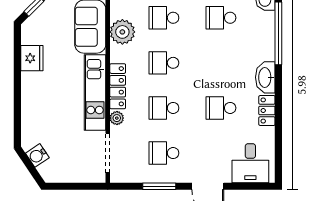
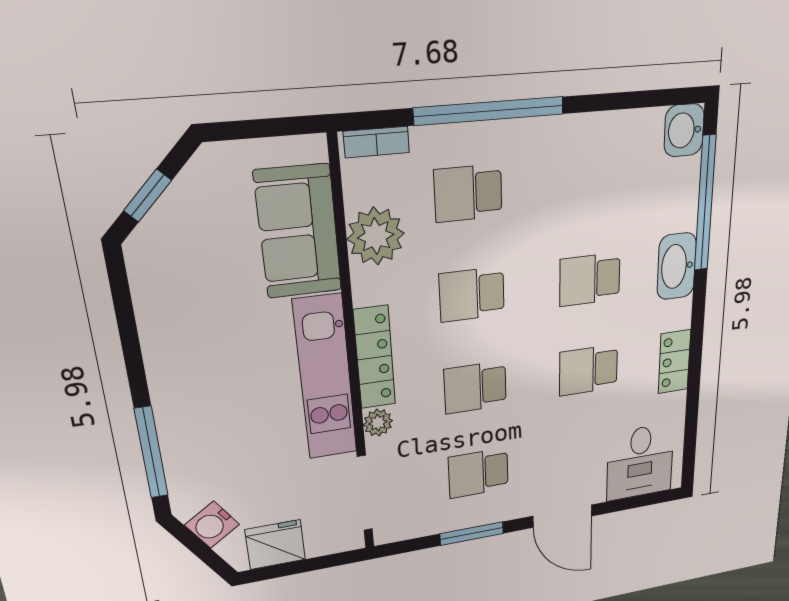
school desk: (221, 18) -> (590, 279), moved
fridge: (32, 58) -> (275, 545), moved, turned -90
washbasin: (265, 77) -> (677, 266), moved
window: (17, 115) -> (151, 453), added

